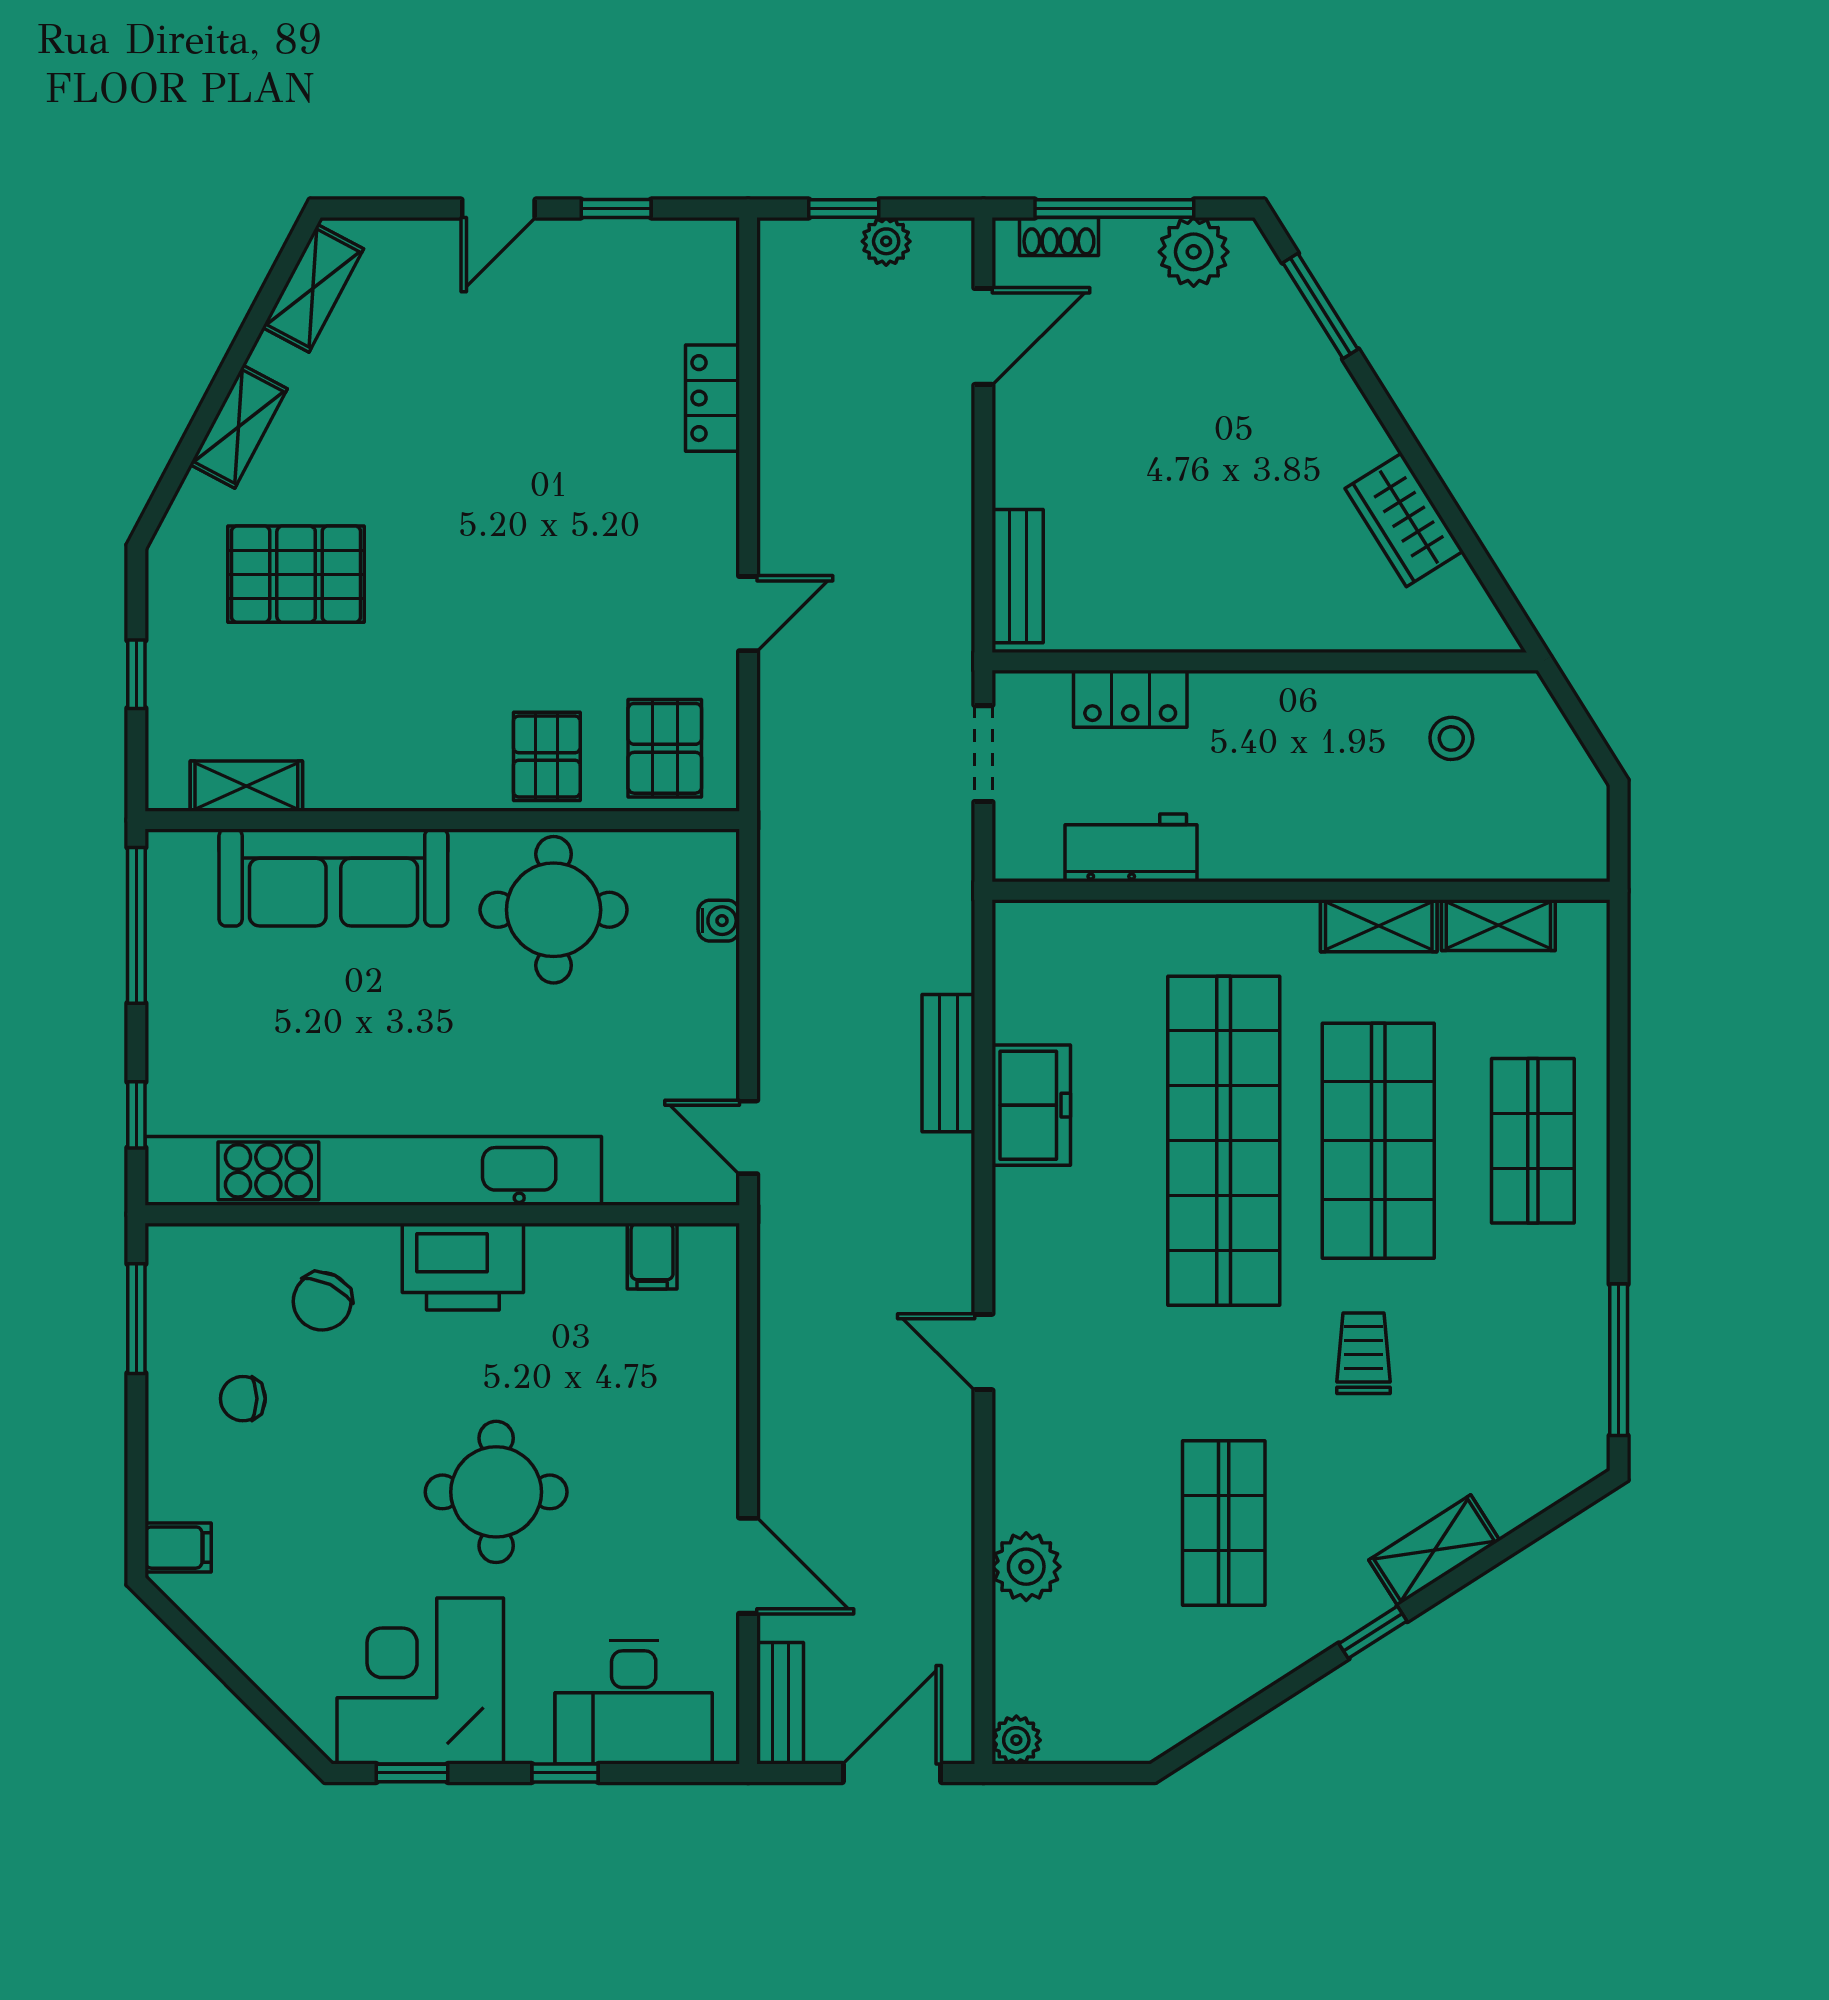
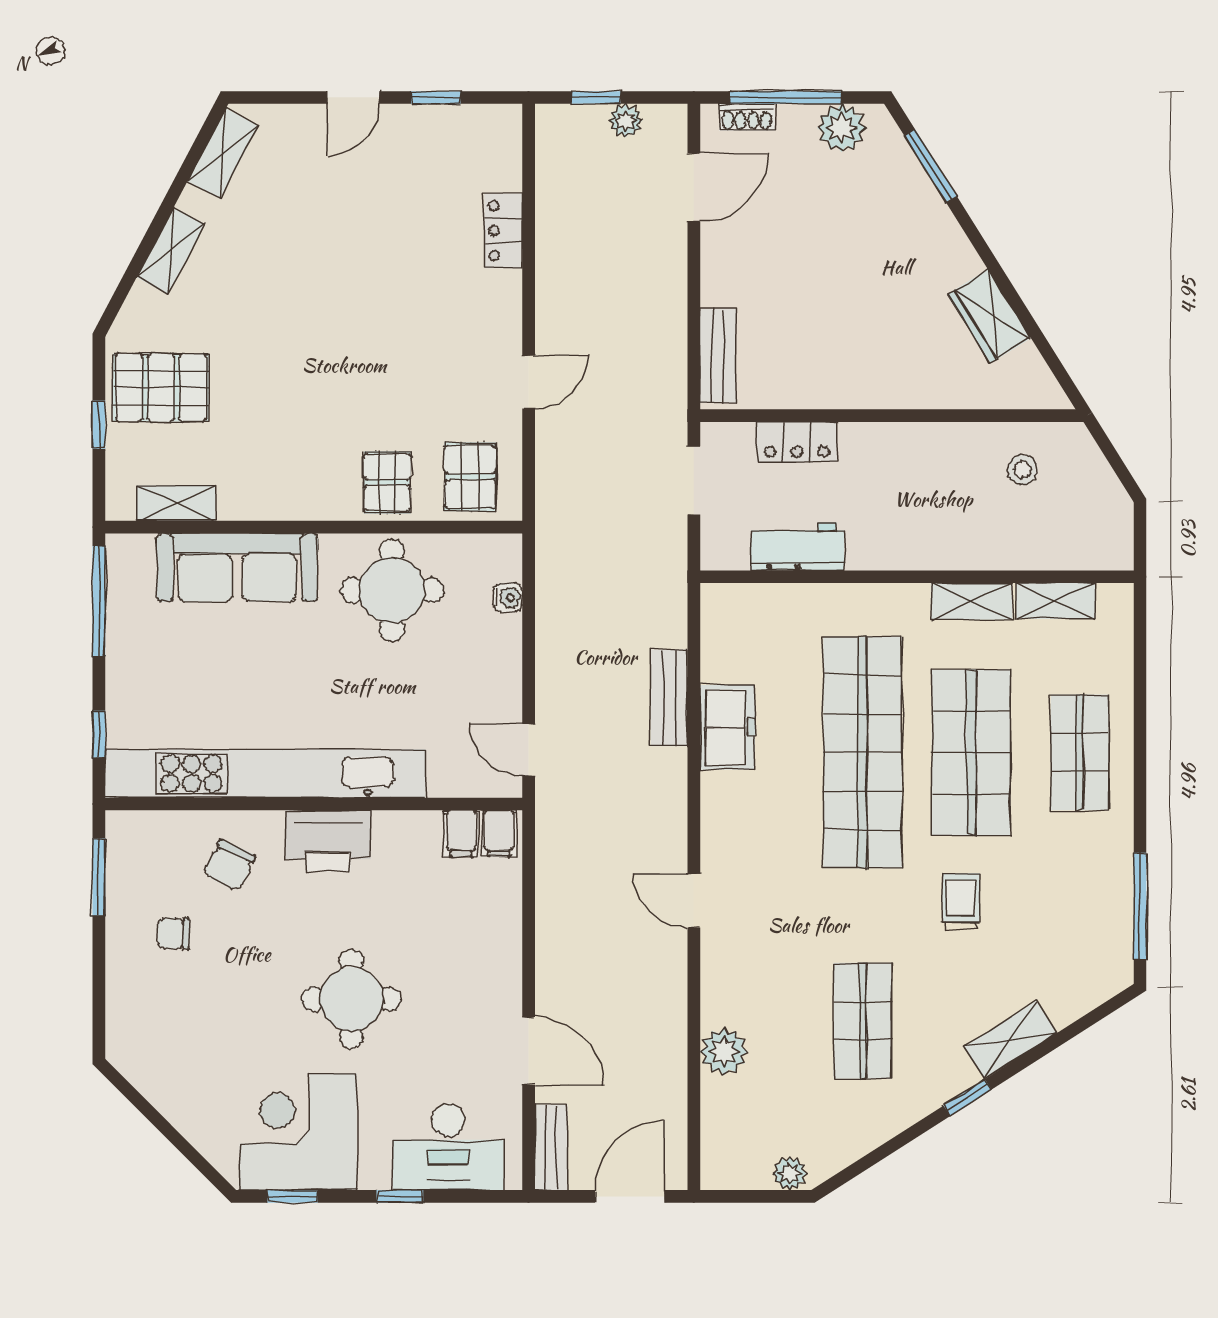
pallet: (296, 574) -> (161, 387), moved
filing cabinet: (178, 1548) -> (499, 833), moved, turned 90
plant: (1016, 1740) -> (790, 1173), moved

